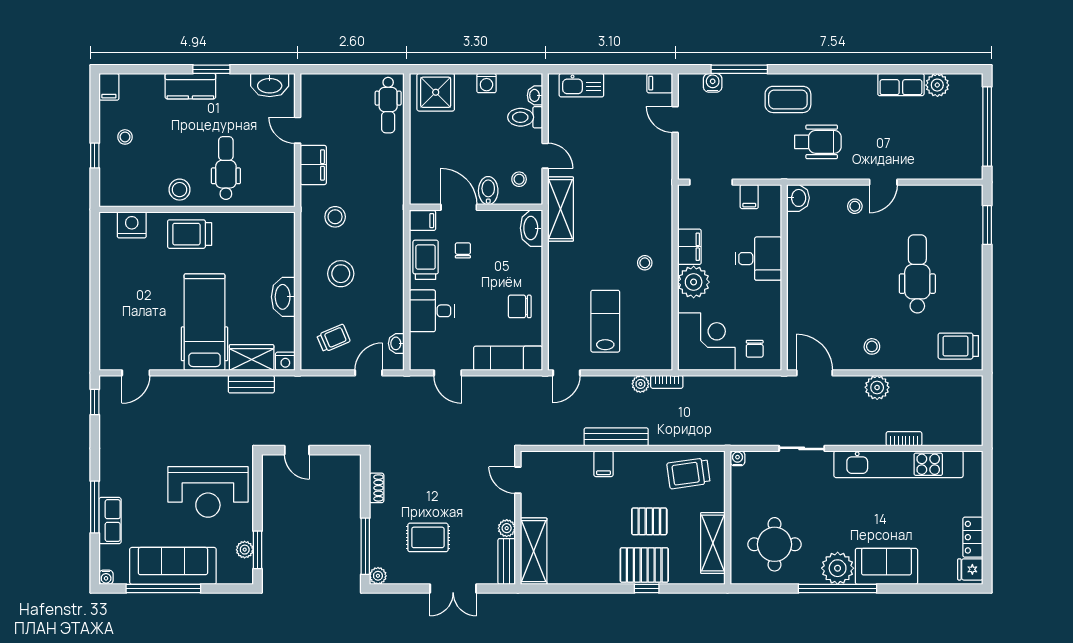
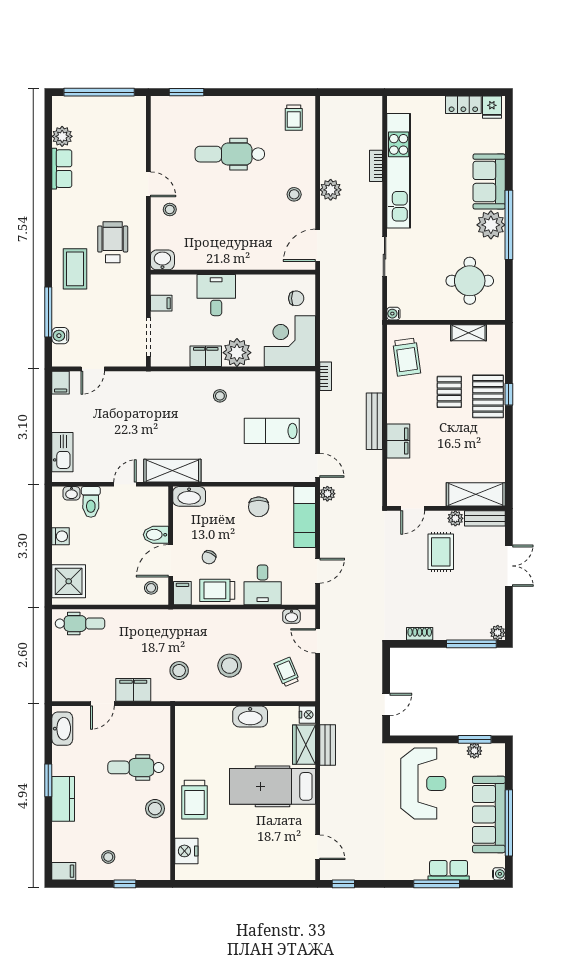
stool: (519, 179) -> (151, 588), moved
chair: (463, 250) -> (209, 557), turned -64
trolley: (958, 346) -> (294, 118), width x0.73, depth x0.72
plant: (640, 384) -> (327, 494), moved
filing cabinet: (604, 464) -> (398, 441), width x2.00
rug: (428, 537) -> (441, 552), moved
shelving: (713, 543) -> (469, 333), width x0.67, depth x0.75

